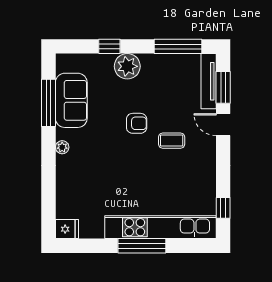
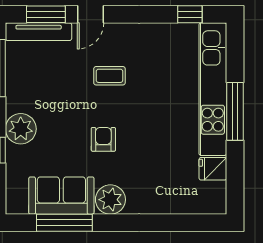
armchair: (137, 123) -> (103, 139), moved
coffee table: (172, 141) -> (109, 76), turned 90
plant: (62, 147) -> (110, 200), width x1.88, depth x1.88
fridge: (67, 229) -> (213, 169), moved, turned -90

